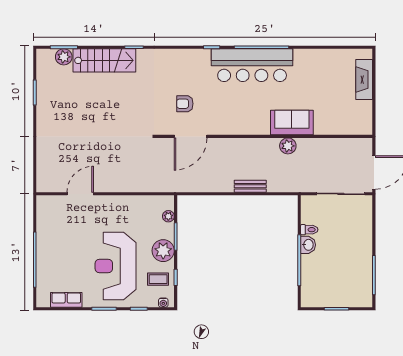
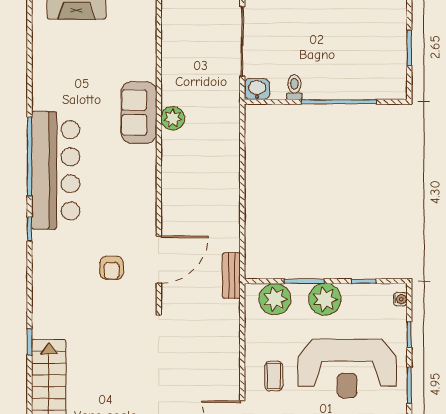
door: (191, 136) -> (159, 259), hinge flipped
bench: (250, 186) -> (231, 276), moved
plant: (168, 216) -> (275, 299), width x1.87, depth x1.87
washbasin: (308, 245) -> (257, 89), moved
coffee table: (158, 279) -> (274, 376), moved

